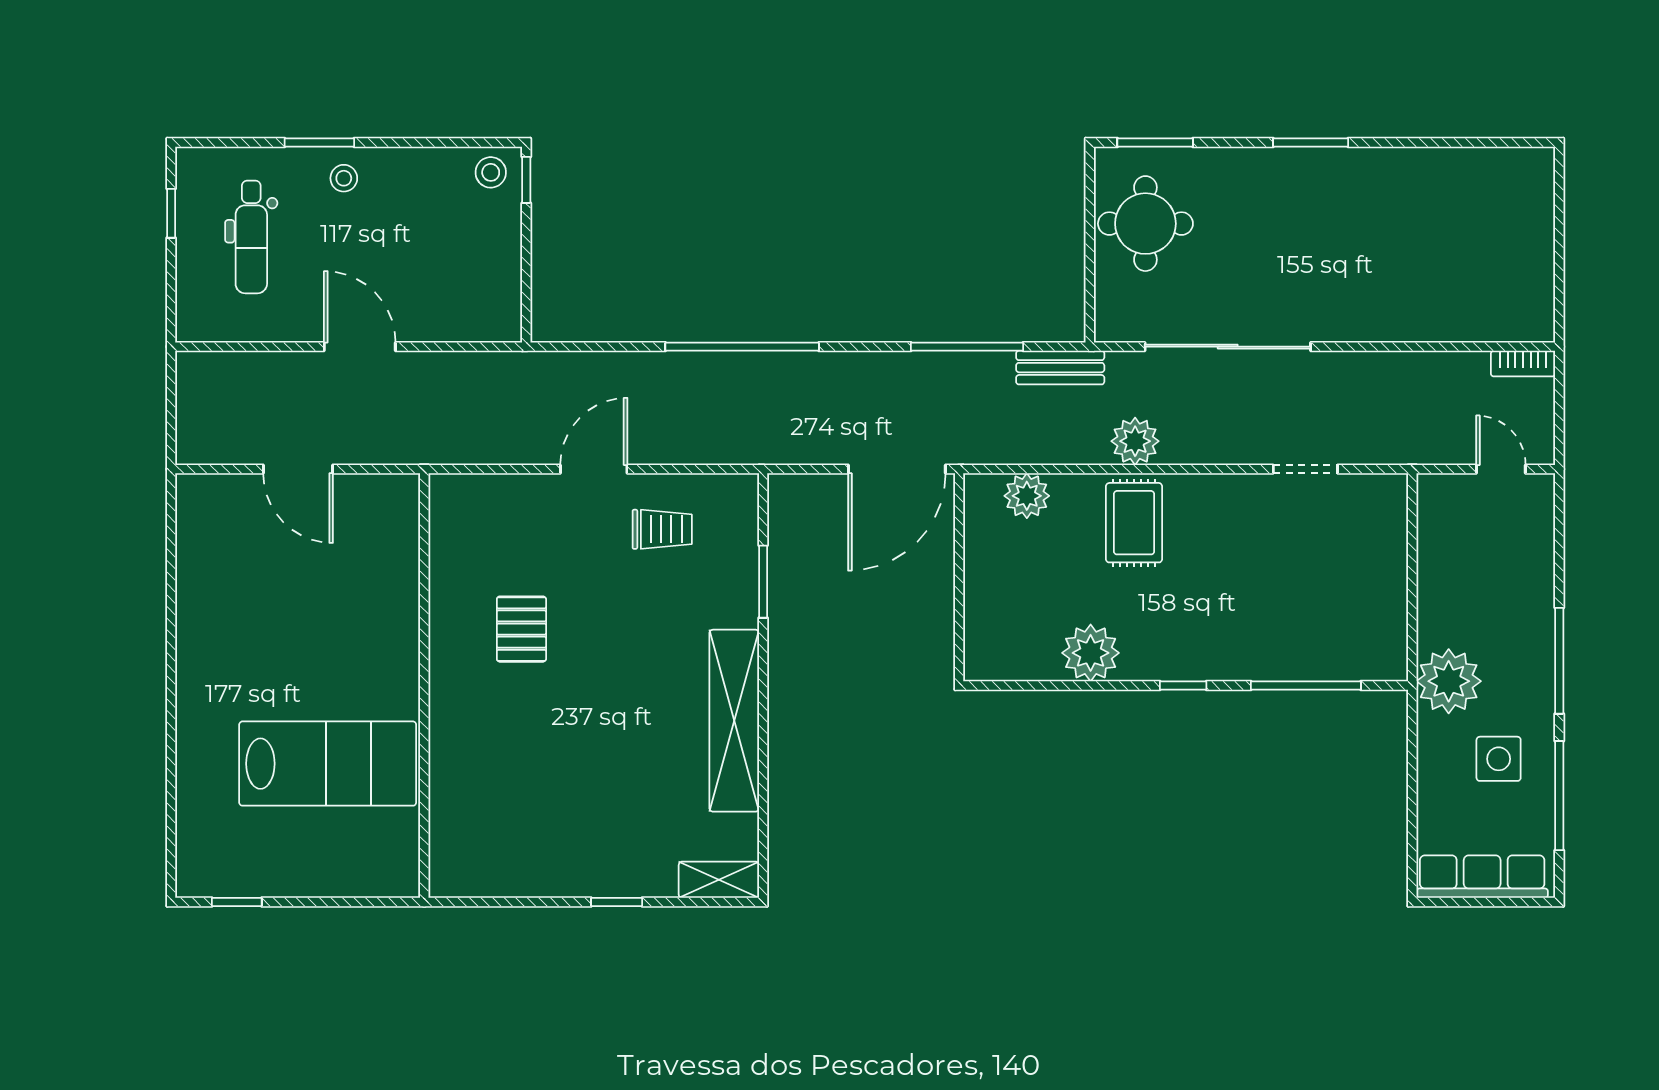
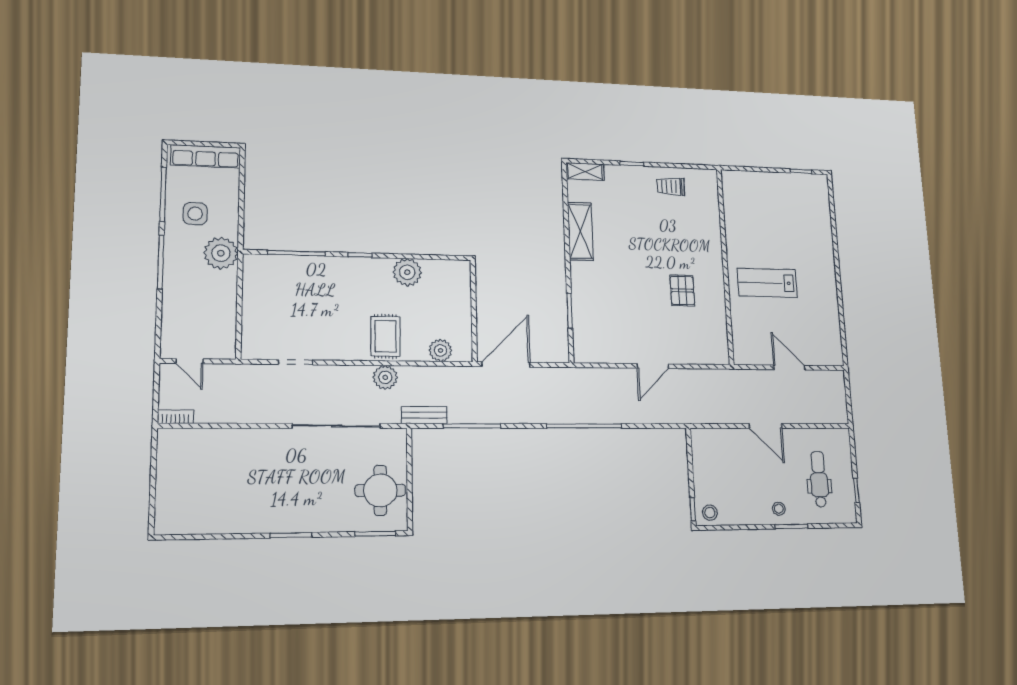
trolley: (662, 529) -> (671, 186), moved
shelving: (734, 721) -> (580, 231), width x0.68
lab bench: (328, 764) -> (767, 283), moved, width x0.73, depth x0.72

